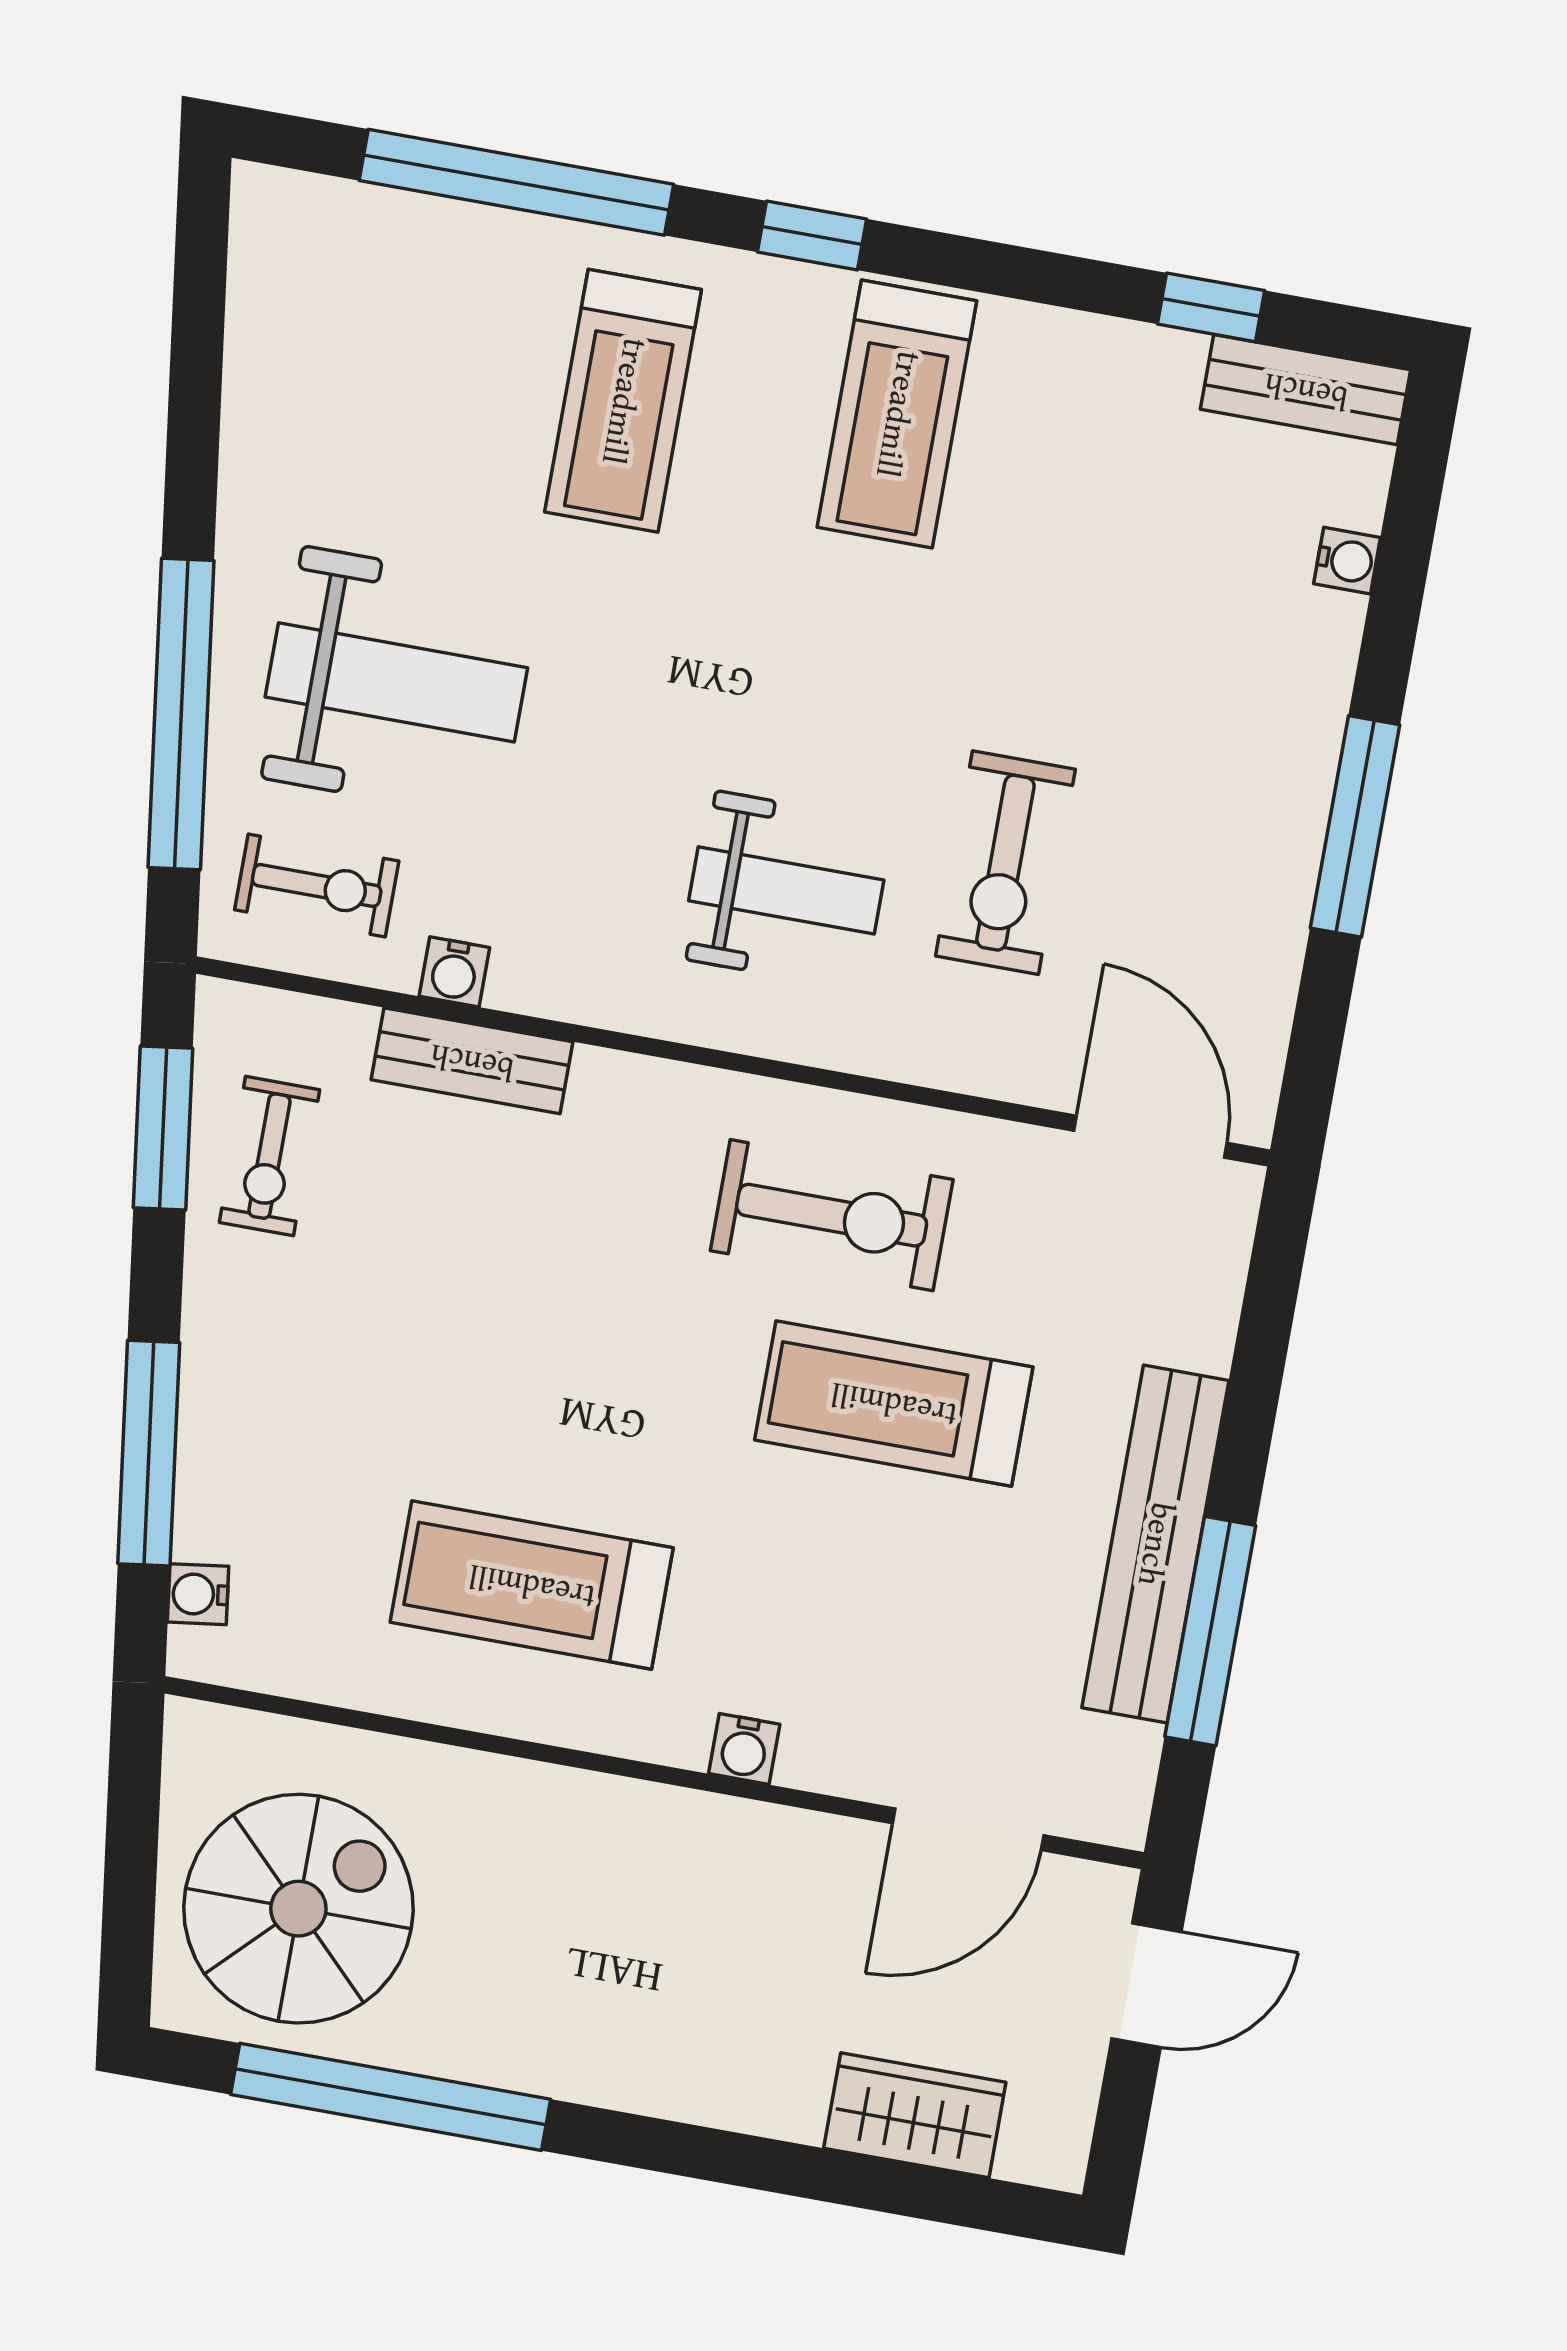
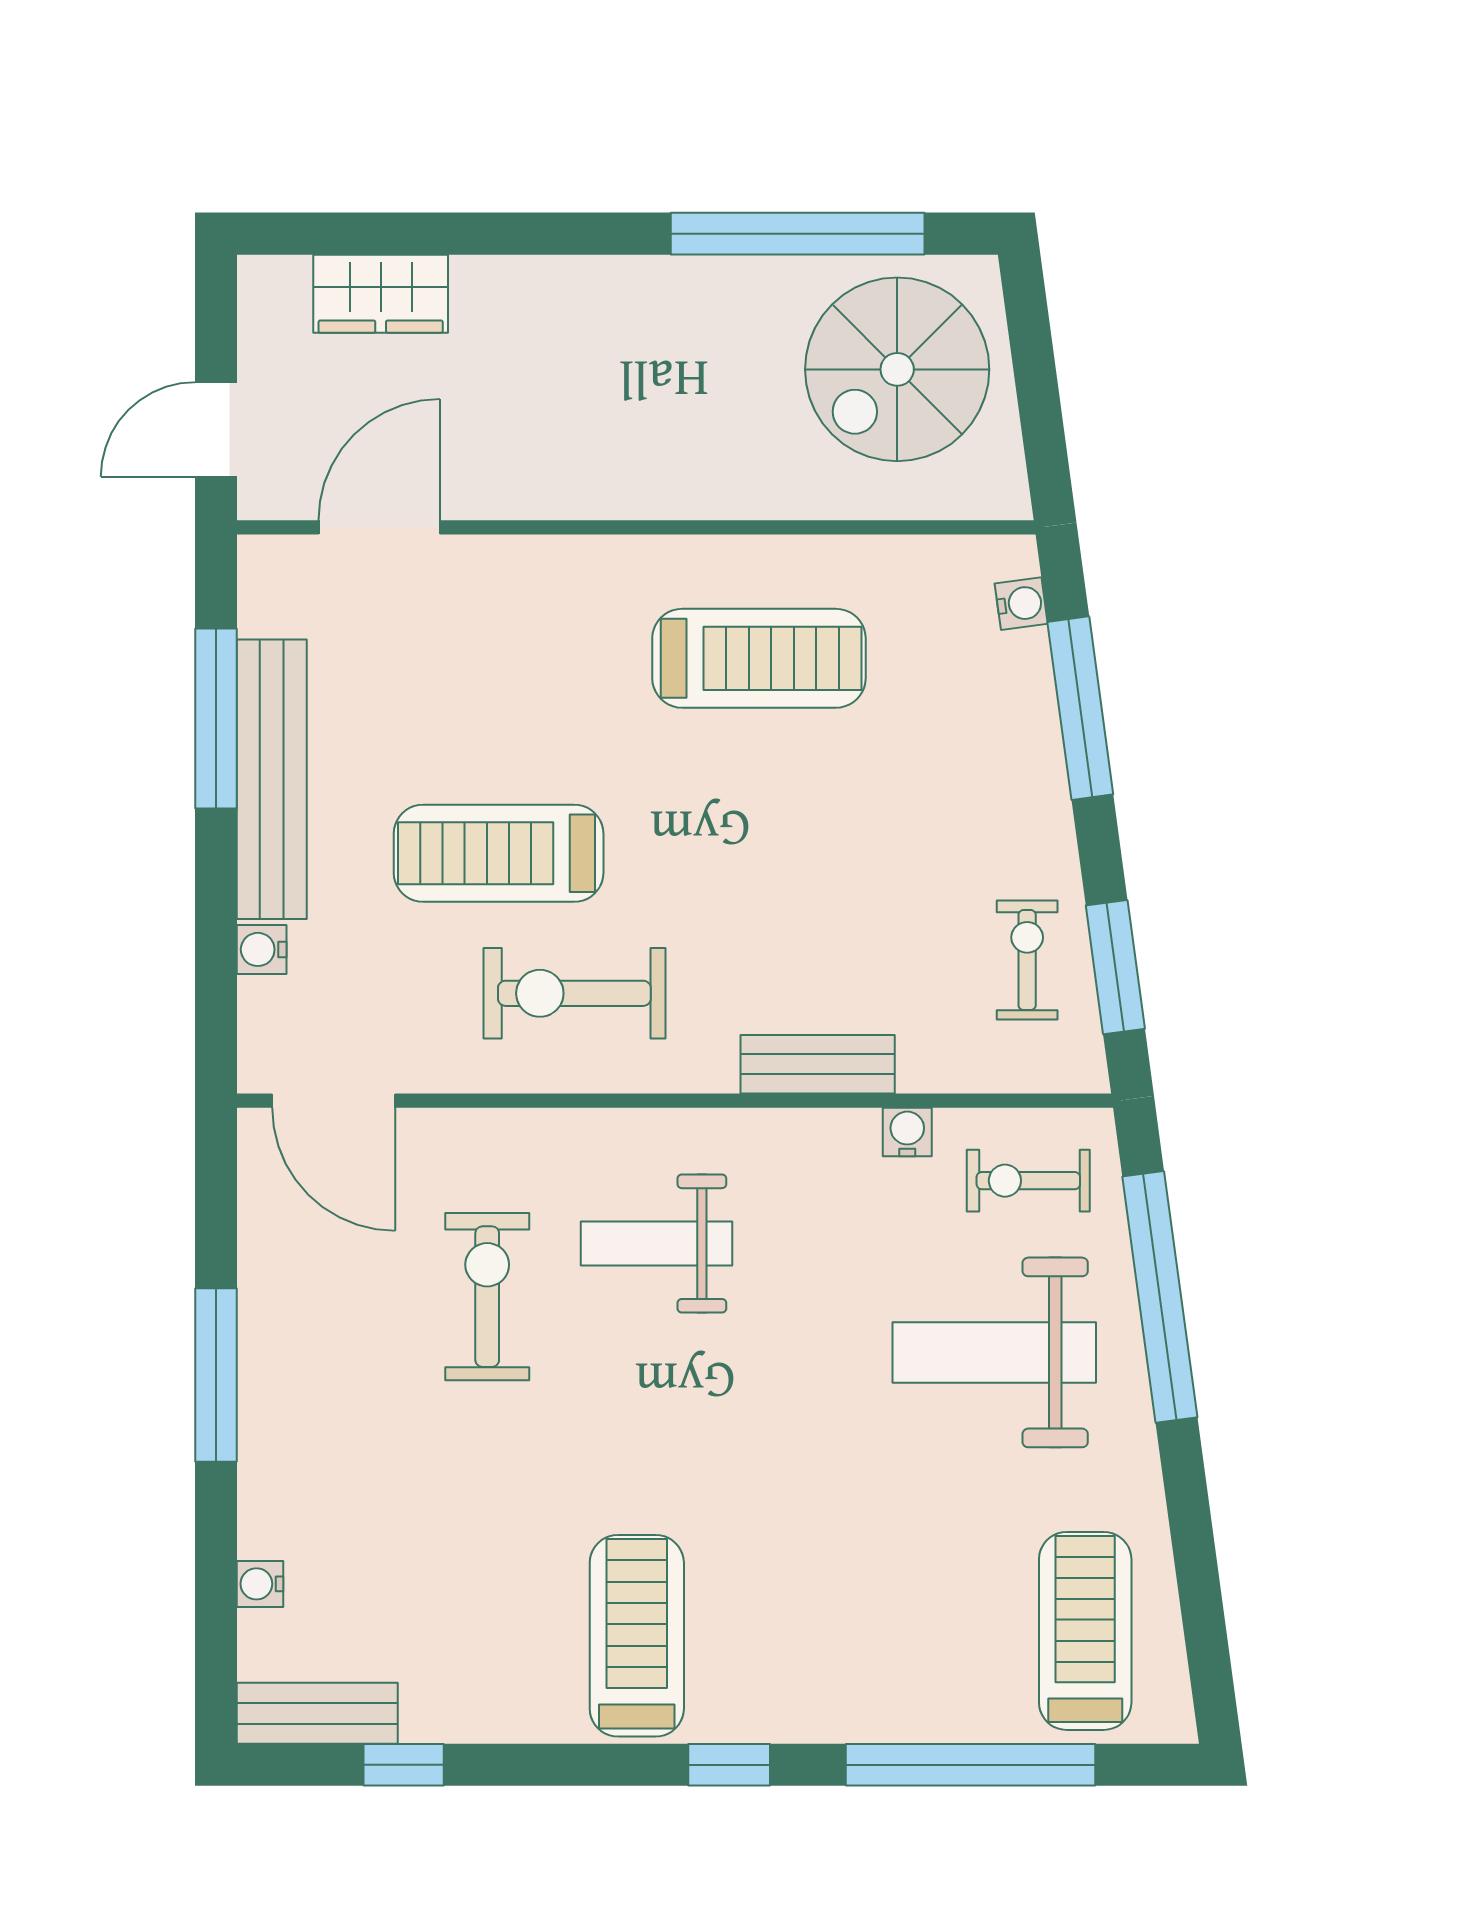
treadmill: (623, 401) -> (1085, 1631), moved
bench: (472, 1061) -> (818, 1064), moved
treadmill: (894, 1403) -> (499, 853), turned 180
water cooler: (744, 1749) -> (262, 949), moved, turned -90

